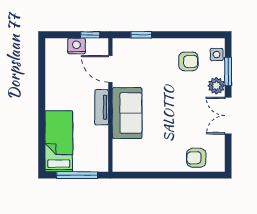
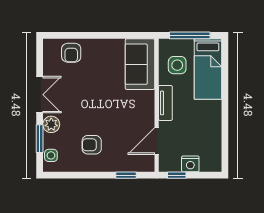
armchair: (188, 61) -> (92, 145), moved
door: (110, 69) -> (157, 141), swing flipped
sofa: (127, 113) -> (140, 64), moved
side table: (90, 145) -> (177, 65), added
armchair: (196, 158) -> (71, 53), turned 90

